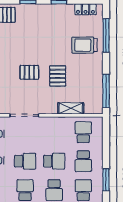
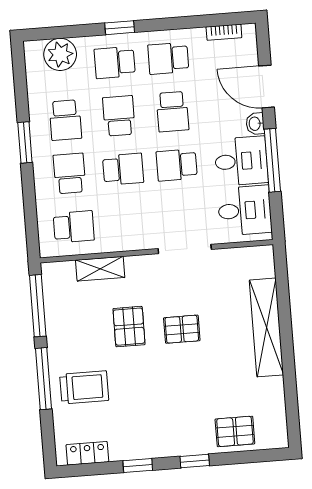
window: (106, 35) -> (44, 379), moved
school desk: (83, 132) -> (74, 227), turned -90
school desk: (54, 161) -> (123, 169), turned 180

